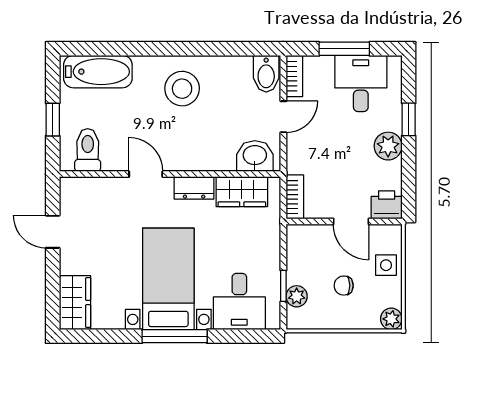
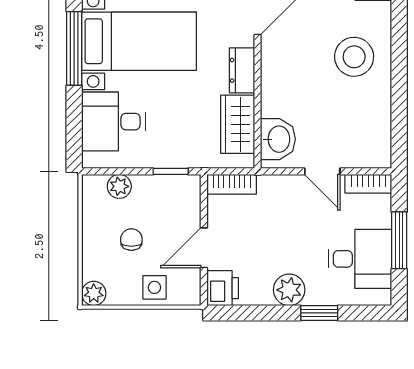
bidet: (266, 74) -> (371, 152), removed
window: (283, 286) -> (171, 171), moved

